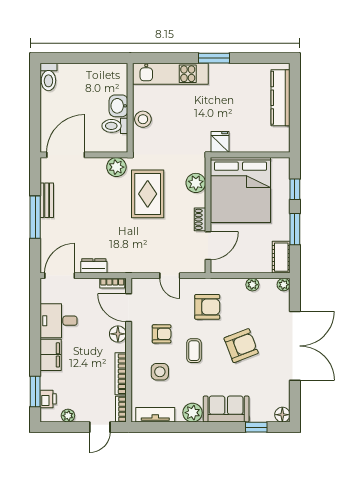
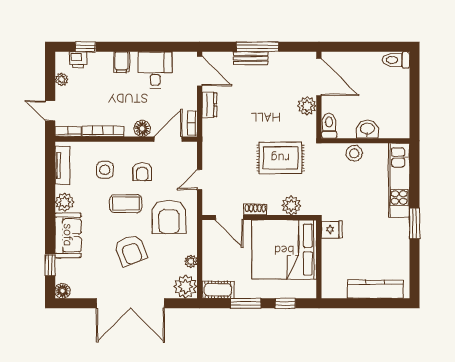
toilet: (115, 126) -> (329, 126), moved
plant: (116, 167) -> (307, 106), moved
bench: (47, 200) -> (251, 58), moved
plant: (284, 285) -> (185, 287), width x1.88, depth x1.88
armchair: (207, 307) -> (169, 217), width x1.36, depth x1.36
coffee table: (194, 351) -> (126, 204), width x1.36, depth x1.30
filing cabinet: (51, 355) -> (121, 62), width x0.50
window: (35, 391) -> (85, 47), width x0.67

